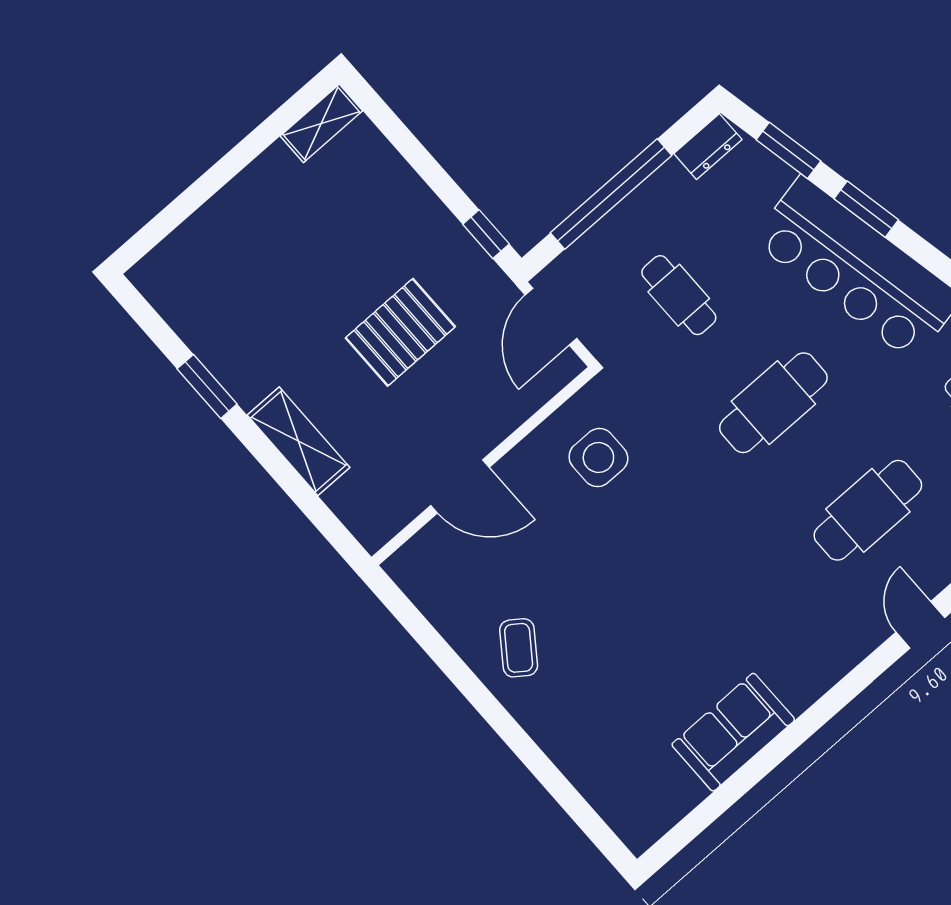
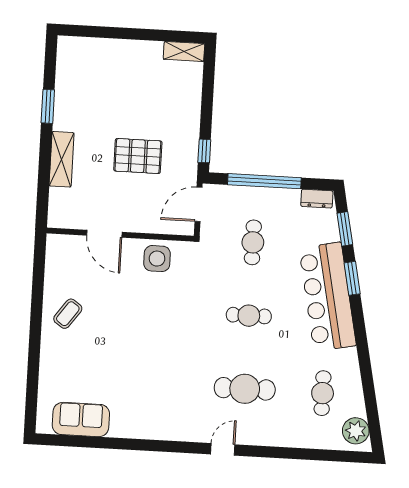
cafe table: (773, 403) -> (249, 316), width x0.73, depth x0.74
side table: (598, 458) -> (157, 259), moved
sofa: (733, 732) -> (81, 420), moved

